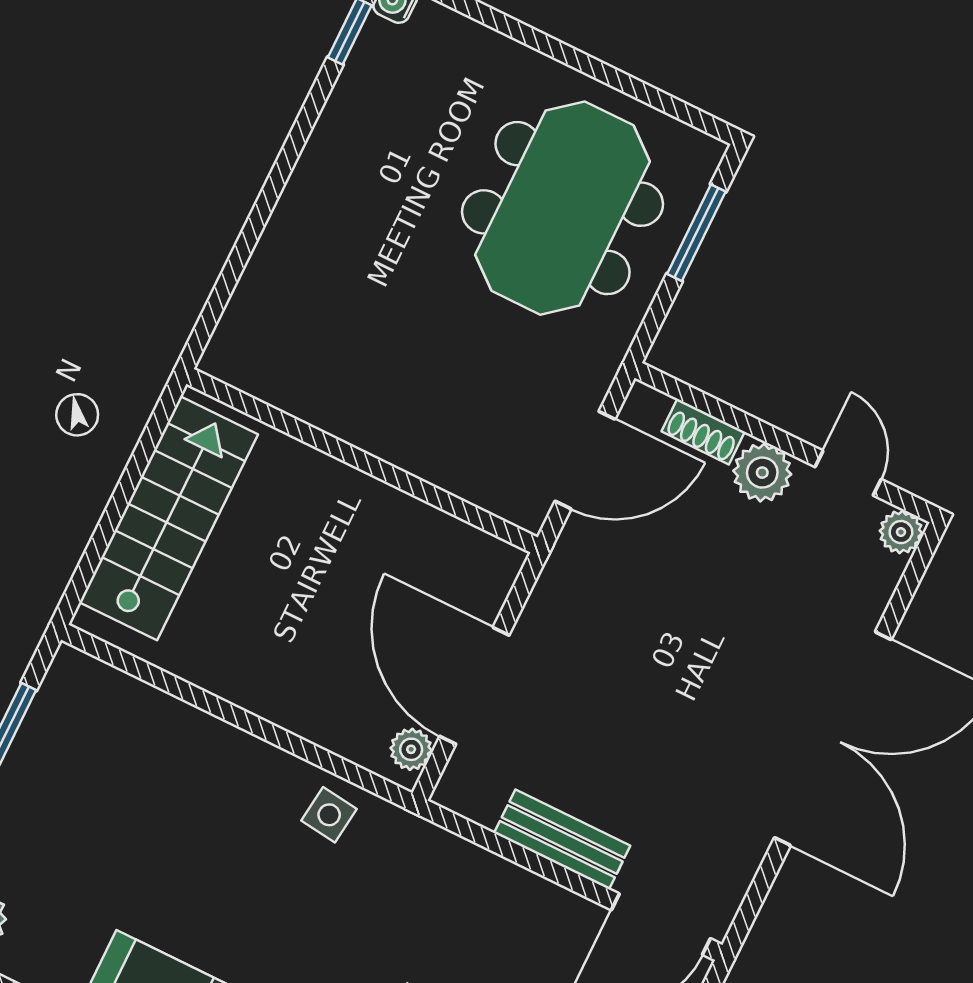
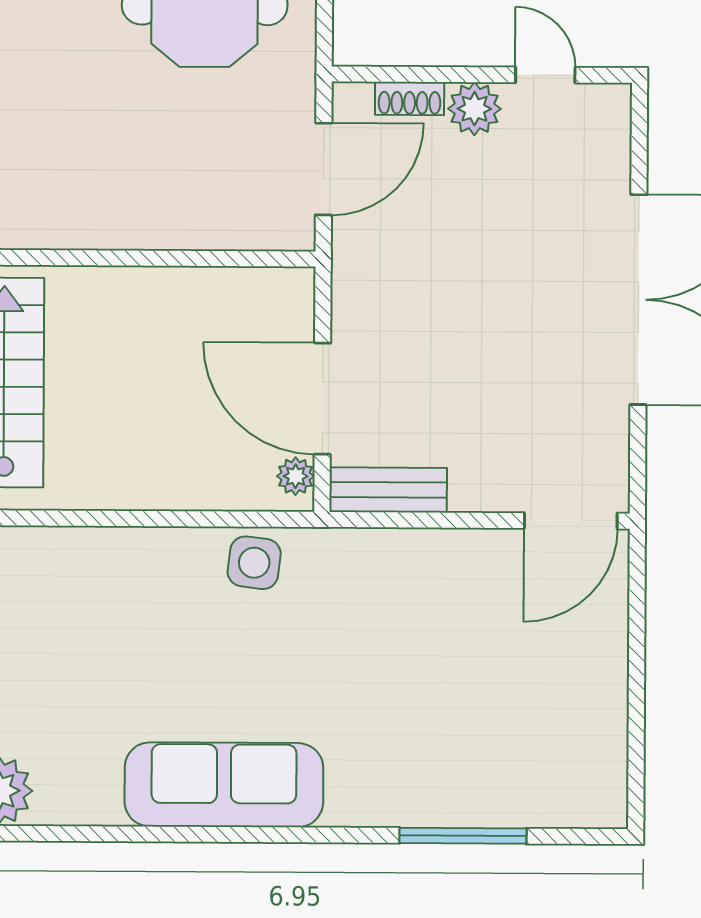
plant: (901, 532) -> (612, 102), removed
side table: (329, 815) -> (254, 563), width x1.37, depth x1.37
bench: (562, 839) -> (388, 490), moved

